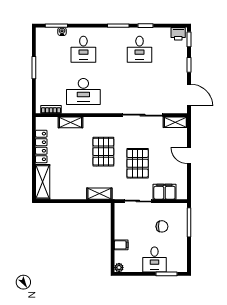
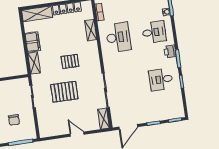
printer: (178, 34) -> (170, 51), moved
desk: (83, 49) -> (154, 32), turned 180
desk: (83, 92) -> (118, 37), turned 180
pallet: (103, 152) -> (70, 61), width x0.67, depth x0.71
door: (189, 156) -> (77, 134), hinge flipped
filing cabinet: (164, 192) -> (33, 42), moved

